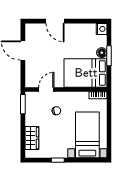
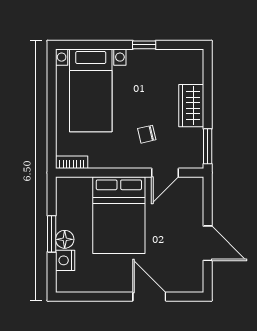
nightstand: (102, 29) -> (65, 260), moved
bed: (86, 73) -> (119, 215), moved, turned 90
wardrobe: (32, 138) -> (191, 106), moved

